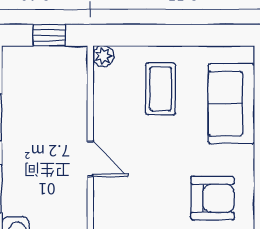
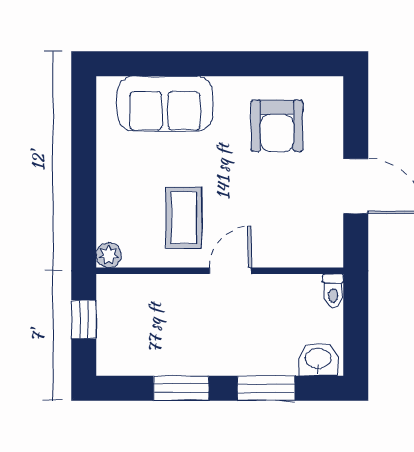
coffee table: (160, 89) -> (184, 218), moved, turned 90
armchair: (213, 198) -> (277, 126), turned 180

